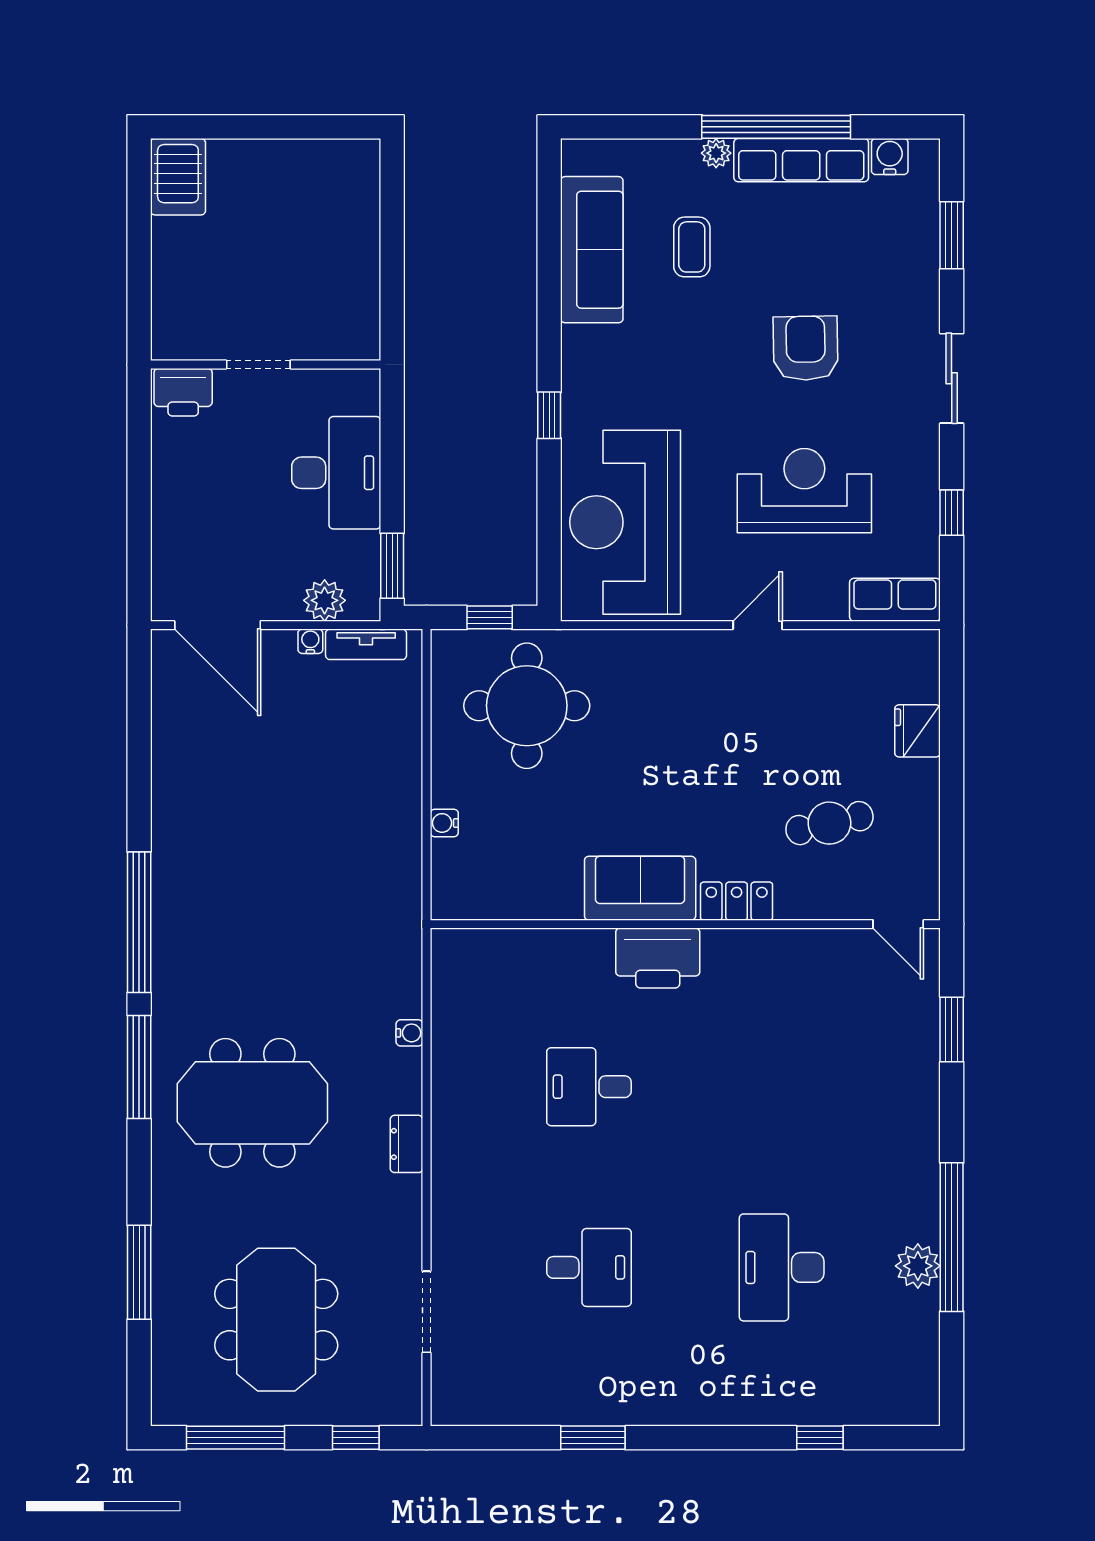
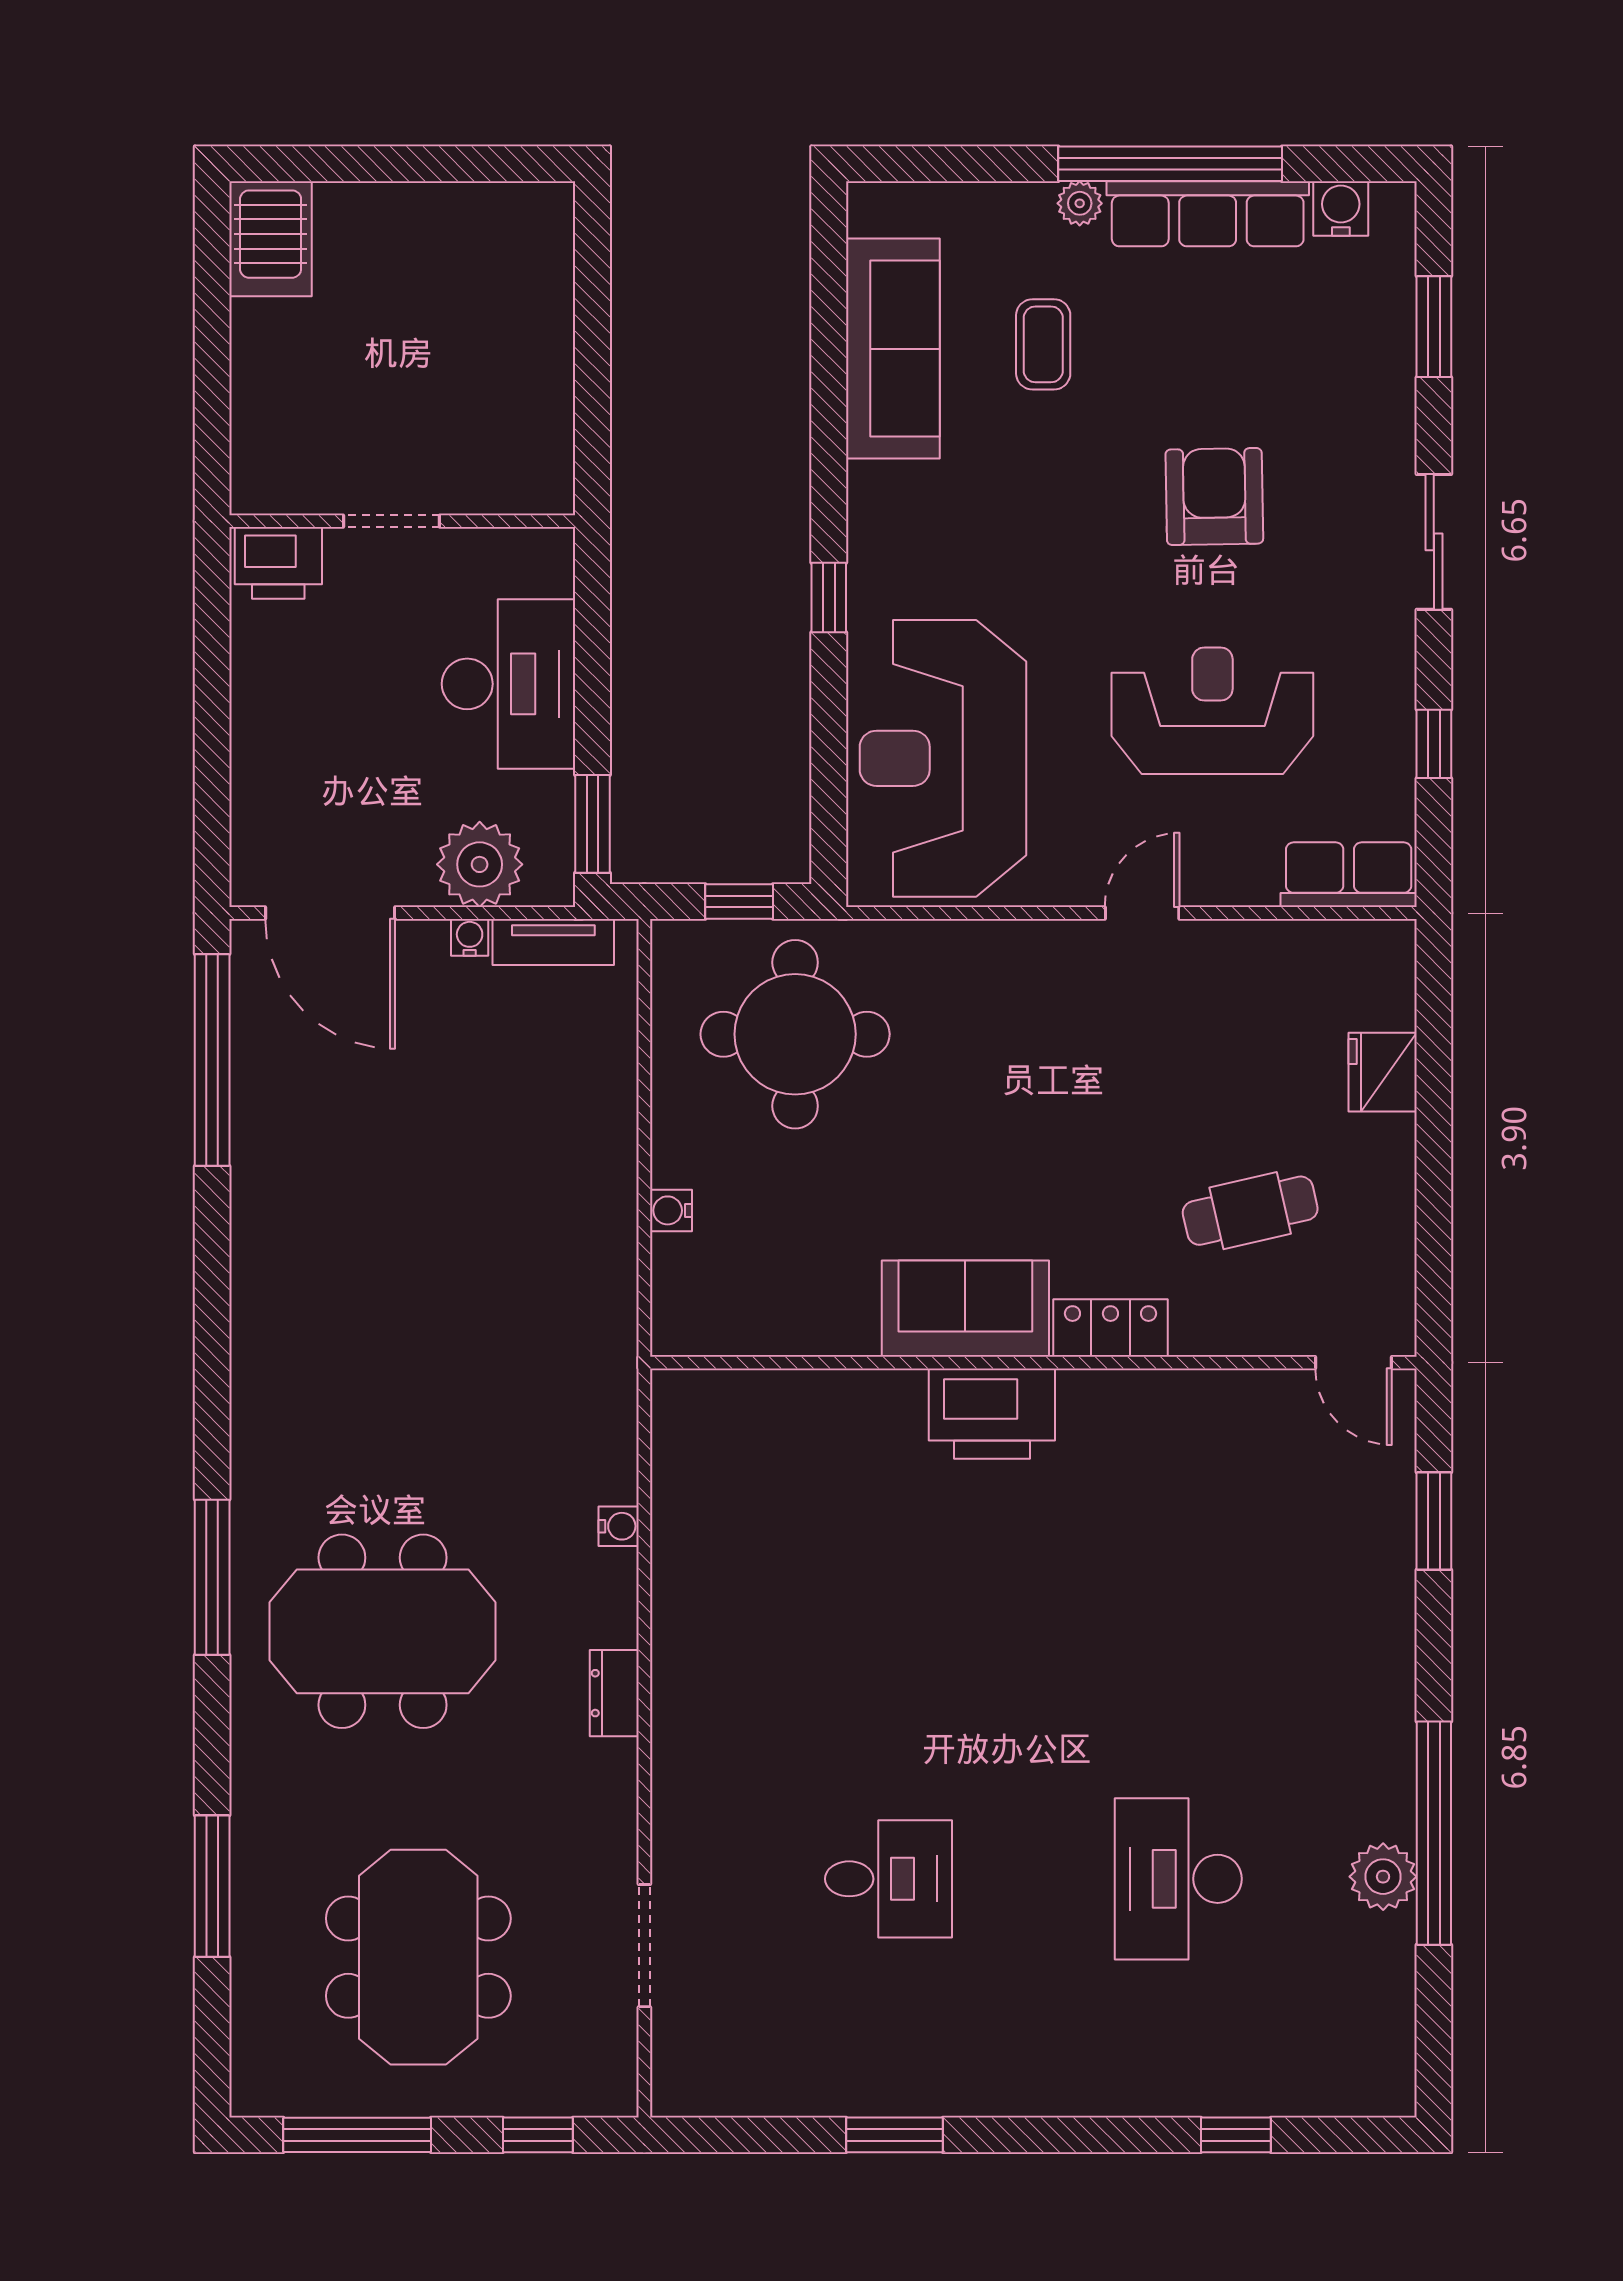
plant: (325, 600) -> (480, 864), width x1.36, depth x1.36
window: (139, 922) -> (212, 1060), moved
desk: (589, 1087) -> (888, 1607), removed

